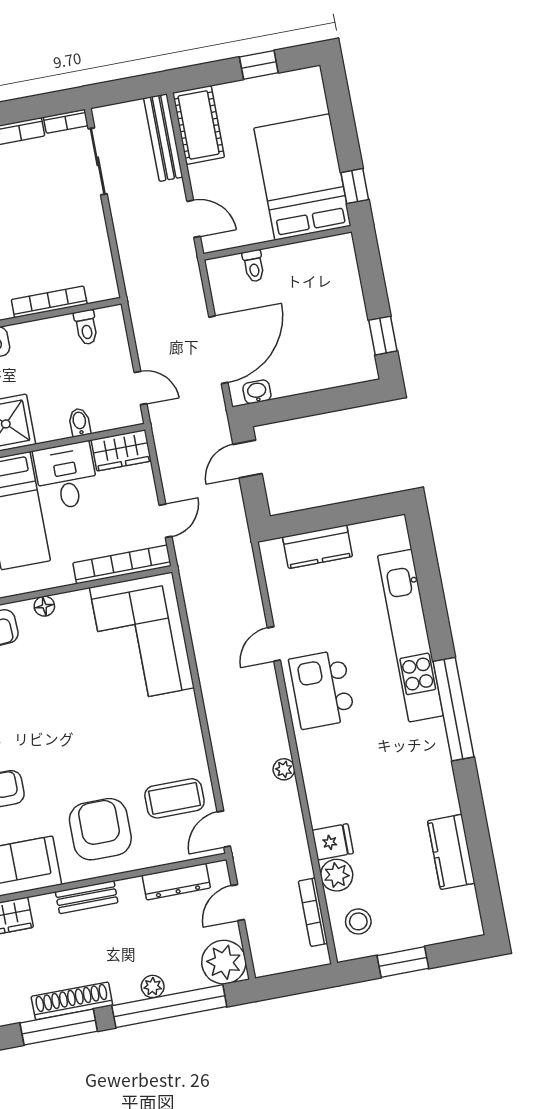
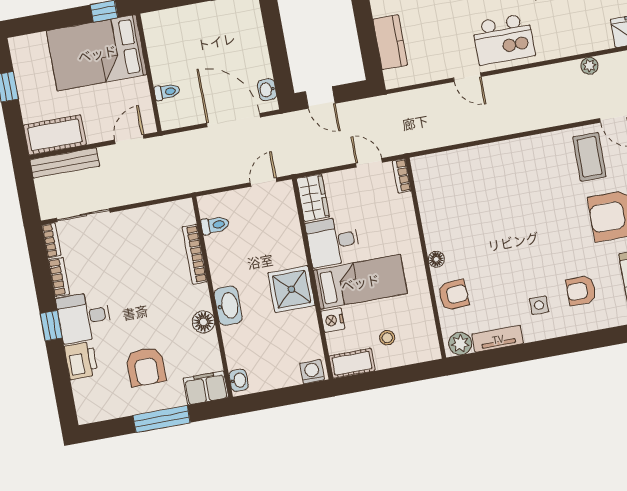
bidet: (80, 422) -> (290, 231), removed
bookcase: (122, 564) -> (402, 176), width x0.43, depth x0.76
corner sofa: (142, 638) -> (462, 182), removed
plant: (284, 769) -> (589, 66), moved

